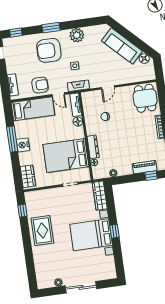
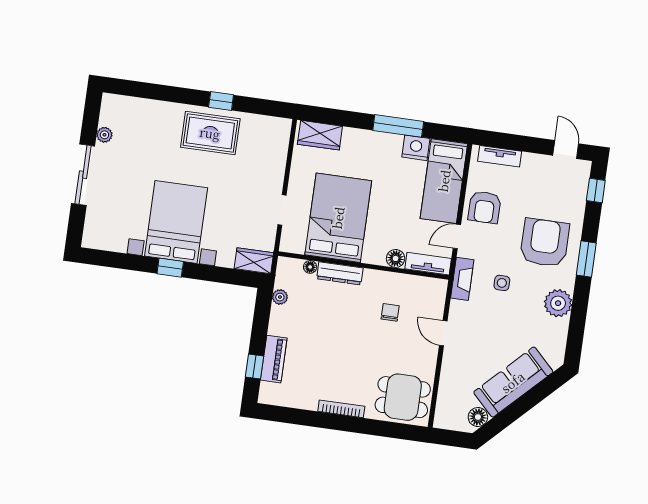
nightstand: (23, 145) -> (416, 148), moved
wardrobe: (100, 196) -> (254, 261), width x0.67
window: (22, 211) -> (221, 101), moved

